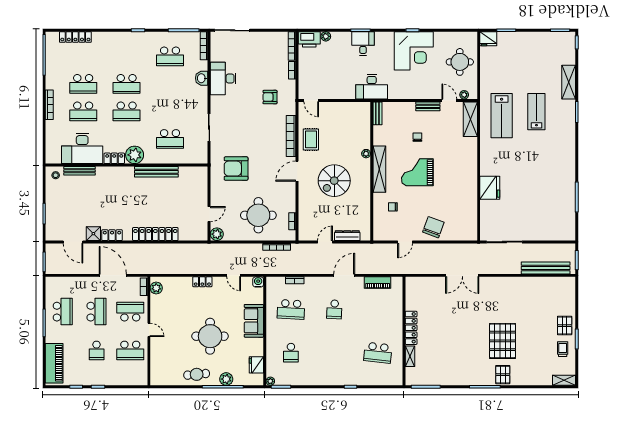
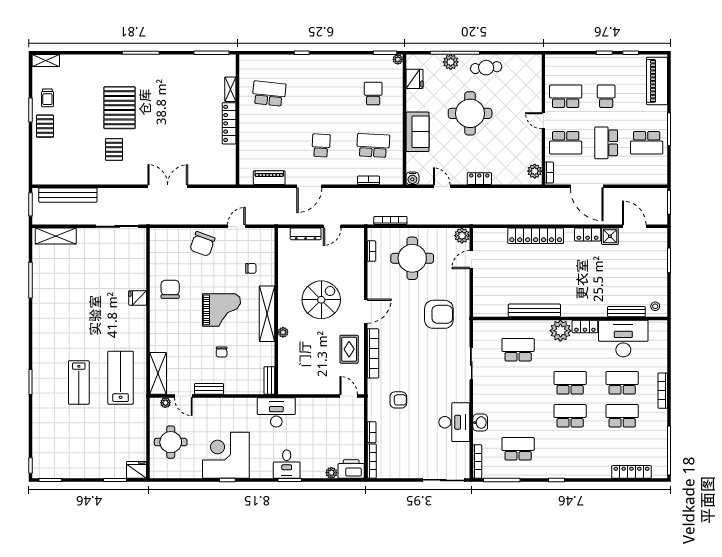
shelving: (569, 82) -> (56, 236), moved, turned 90
fridge: (490, 188) -> (138, 298), width x0.53, depth x0.75
chair: (460, 189) -> (170, 289), added
school desk: (63, 312) -> (647, 143), turned -90
pallet: (503, 375) -> (114, 149), moved

